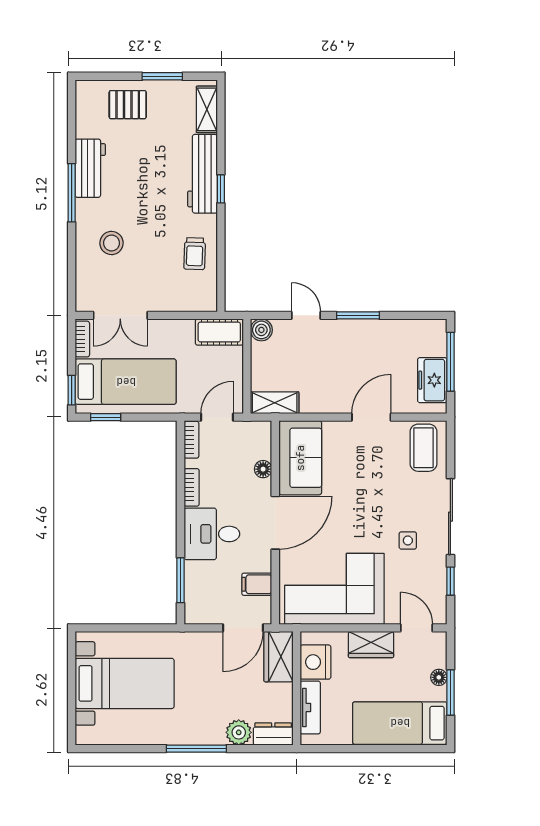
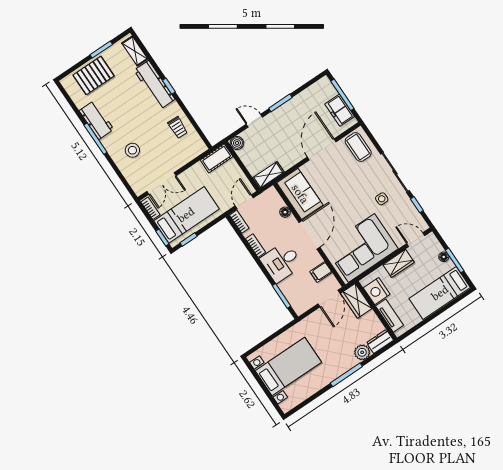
pallet: (128, 105) -> (94, 75), width x1.50, depth x1.42
door: (371, 417) -> (322, 149), width x1.36

